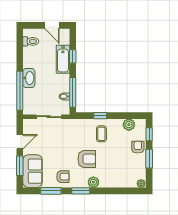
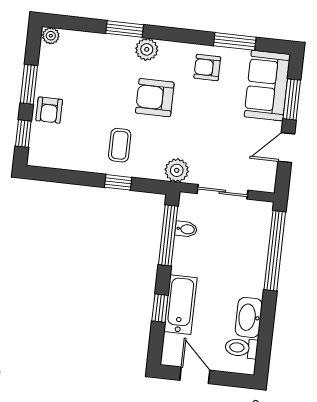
washbasin: (29, 78) -> (249, 317), moved
plant: (129, 125) -> (177, 170), moved
window: (81, 191) -> (125, 29), moved

